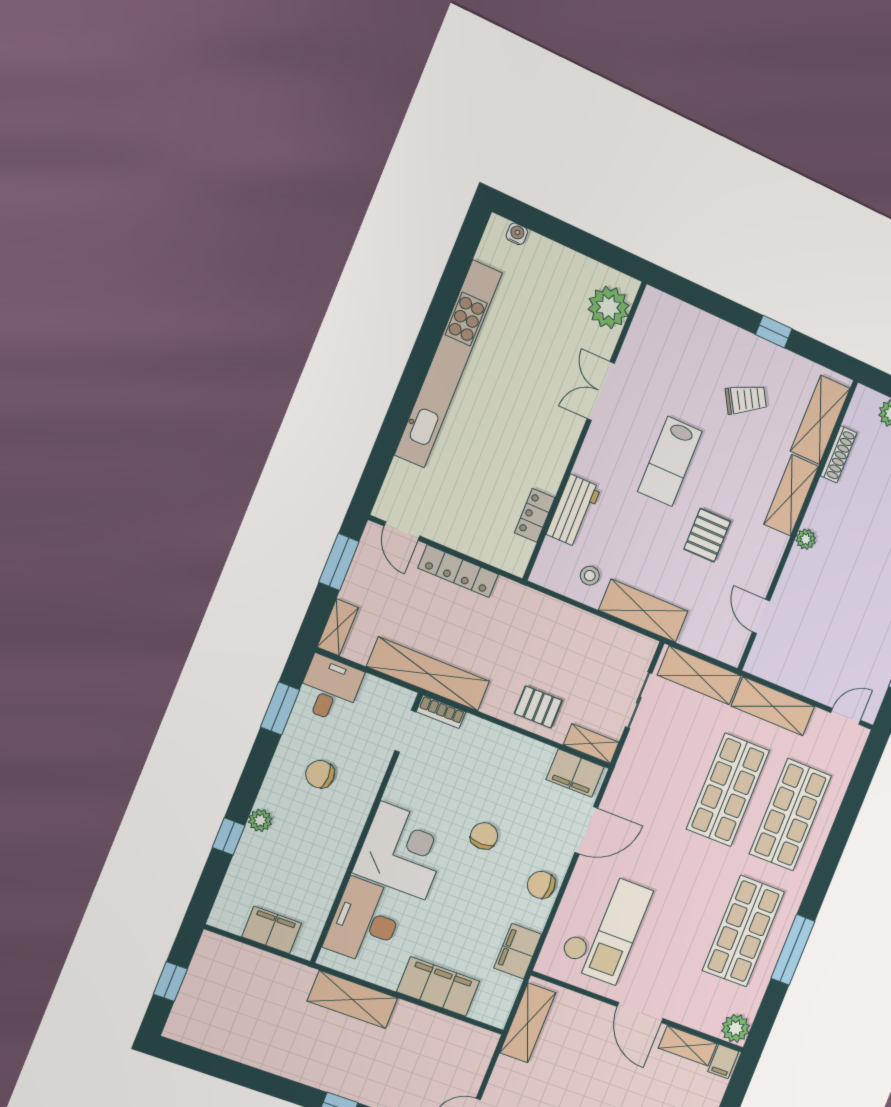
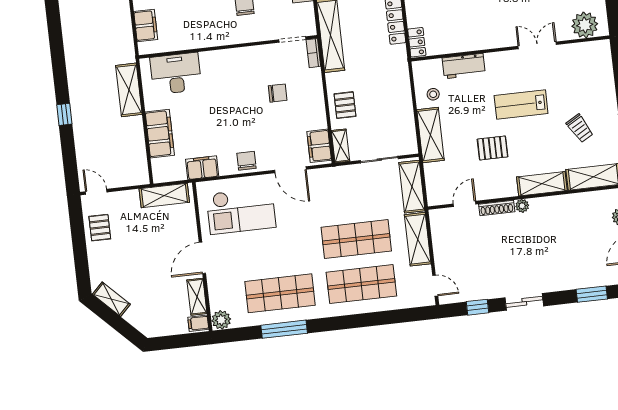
shoe rack: (839, 454) -> (497, 208), moved
locker: (535, 515) -> (417, 42), moved, turned 90
chair: (484, 836) -> (278, 93), moved
corner desk: (403, 851) -> (226, 73), removed

